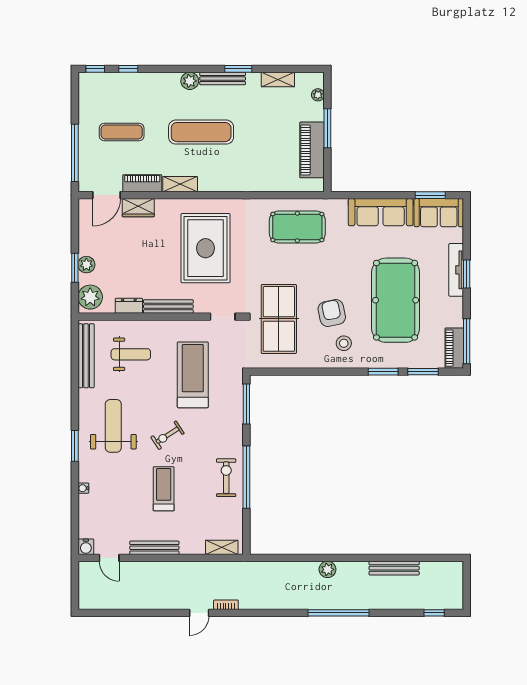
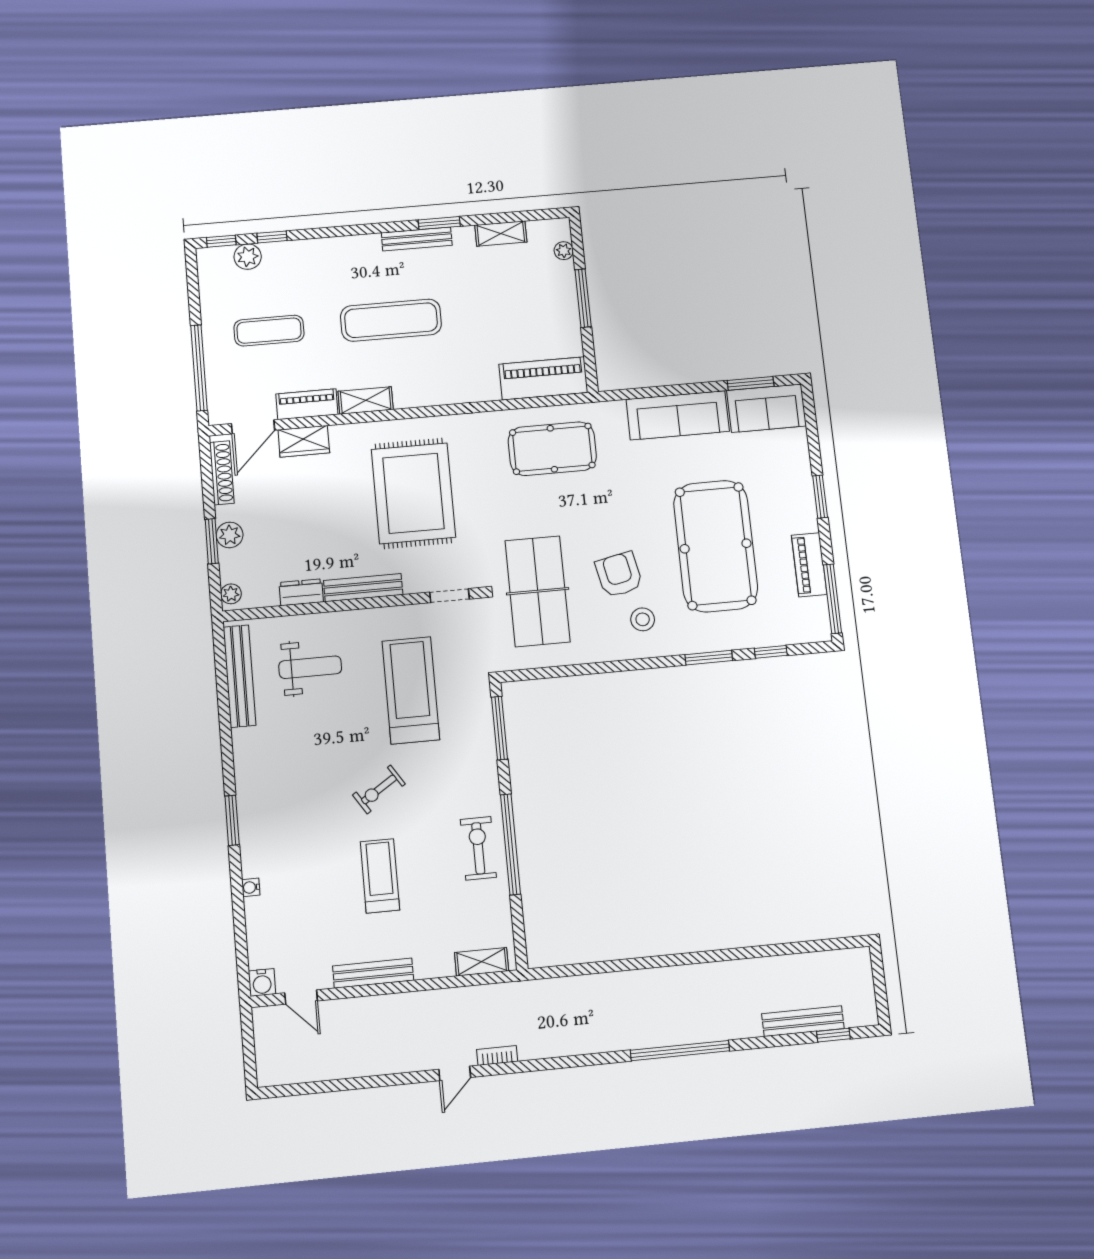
plant: (190, 81) -> (248, 257), moved
piano: (312, 150) -> (543, 378), moved, turned 90
shoe rack: (84, 224) -> (222, 473), added
tv unit: (456, 270) -> (803, 492), removed
plant: (90, 297) -> (231, 594), width x0.53, depth x0.53
piano: (454, 348) -> (809, 565), moved
window: (423, 372) -> (771, 652), width x0.67
weight bench: (113, 426) -> (291, 783), removed
bench: (394, 568) -> (803, 1021), moved
plant: (327, 569) -> (655, 981), removed

